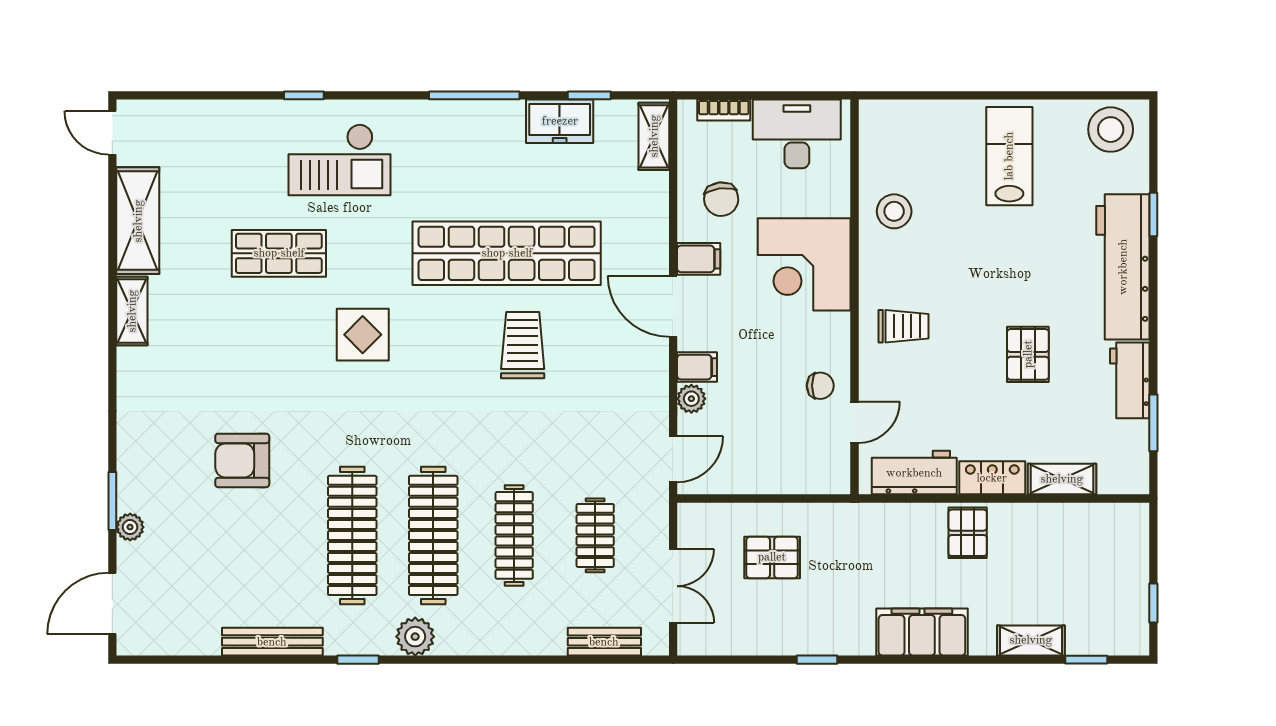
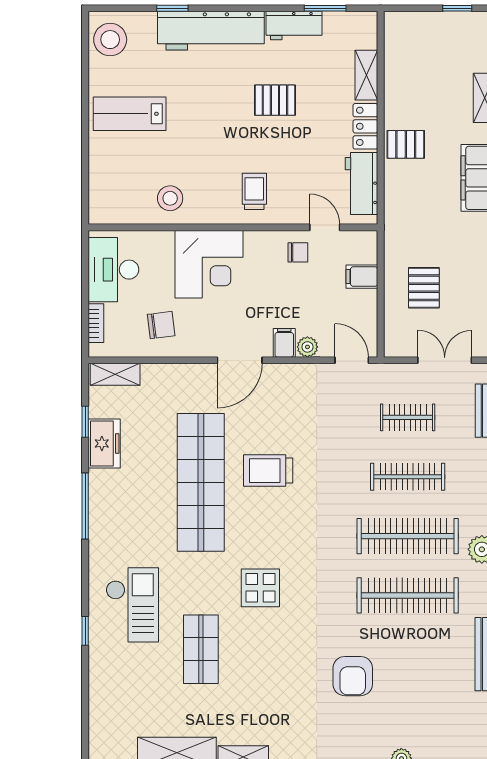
filing cabinet: (699, 259) -> (362, 277), moved, turned -90
chair: (820, 386) -> (298, 252), turned 90

